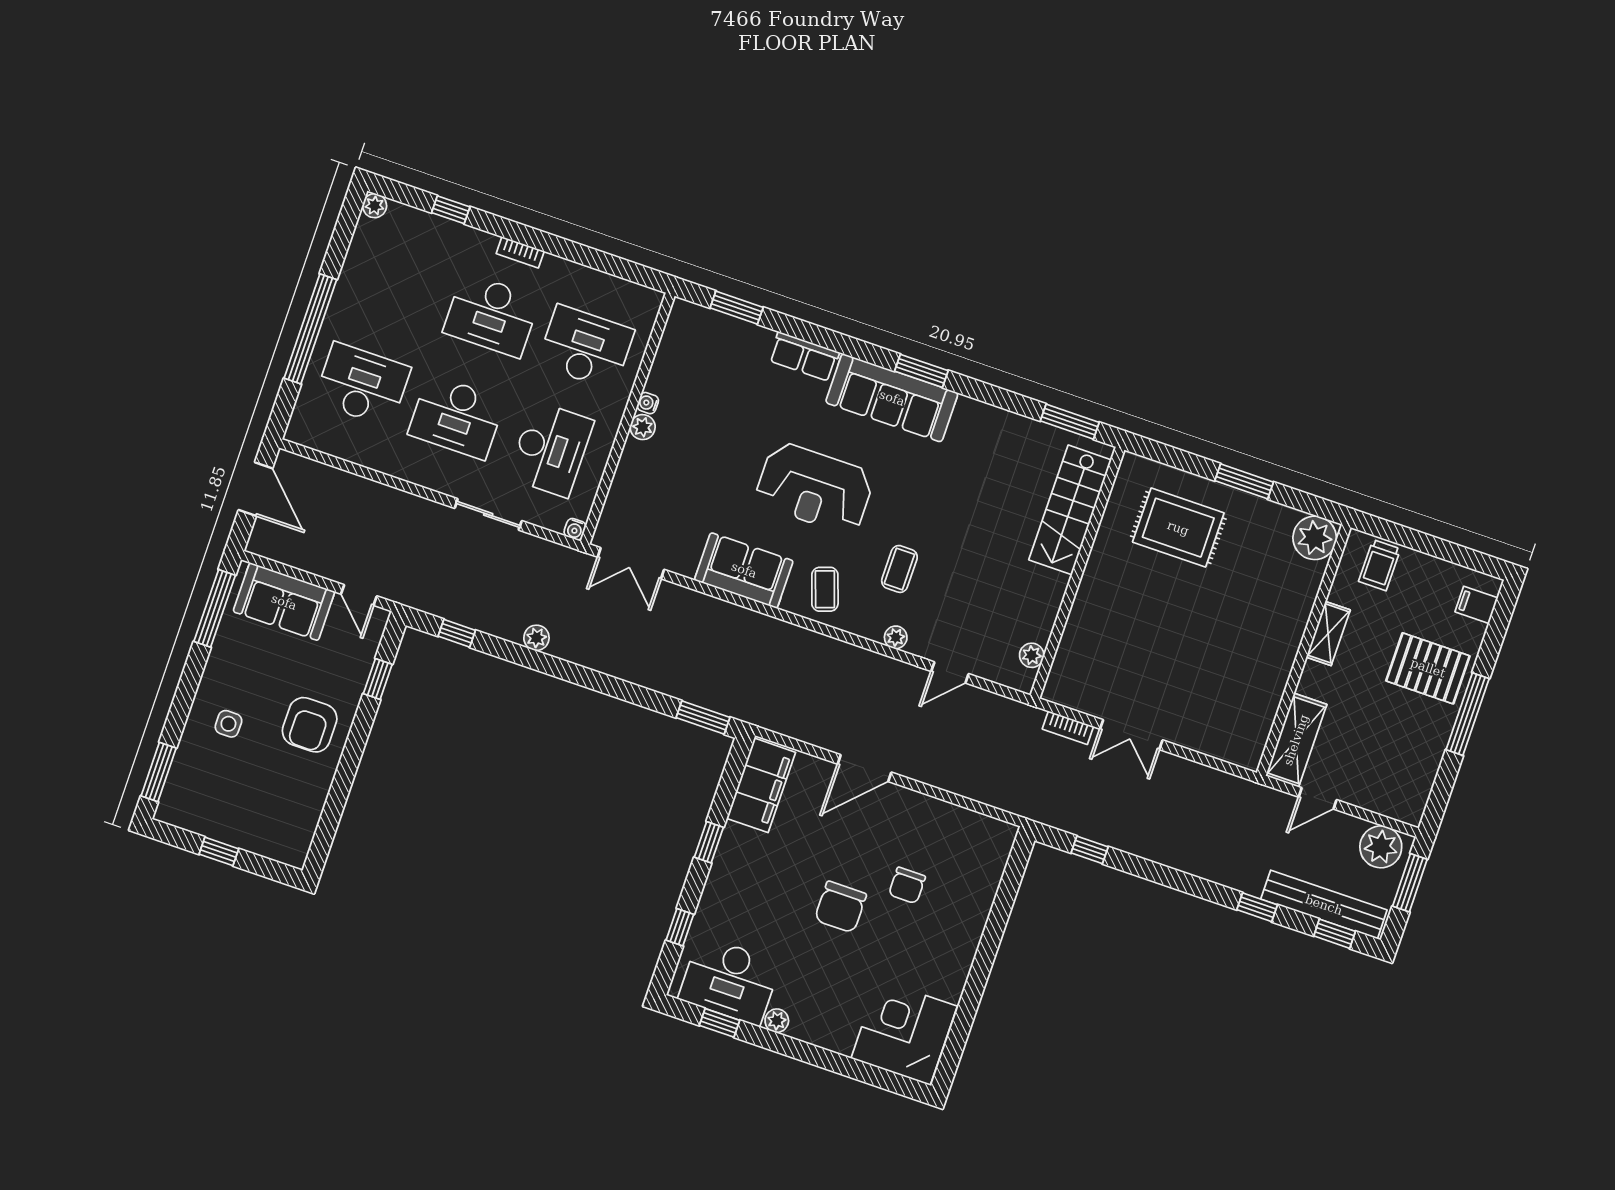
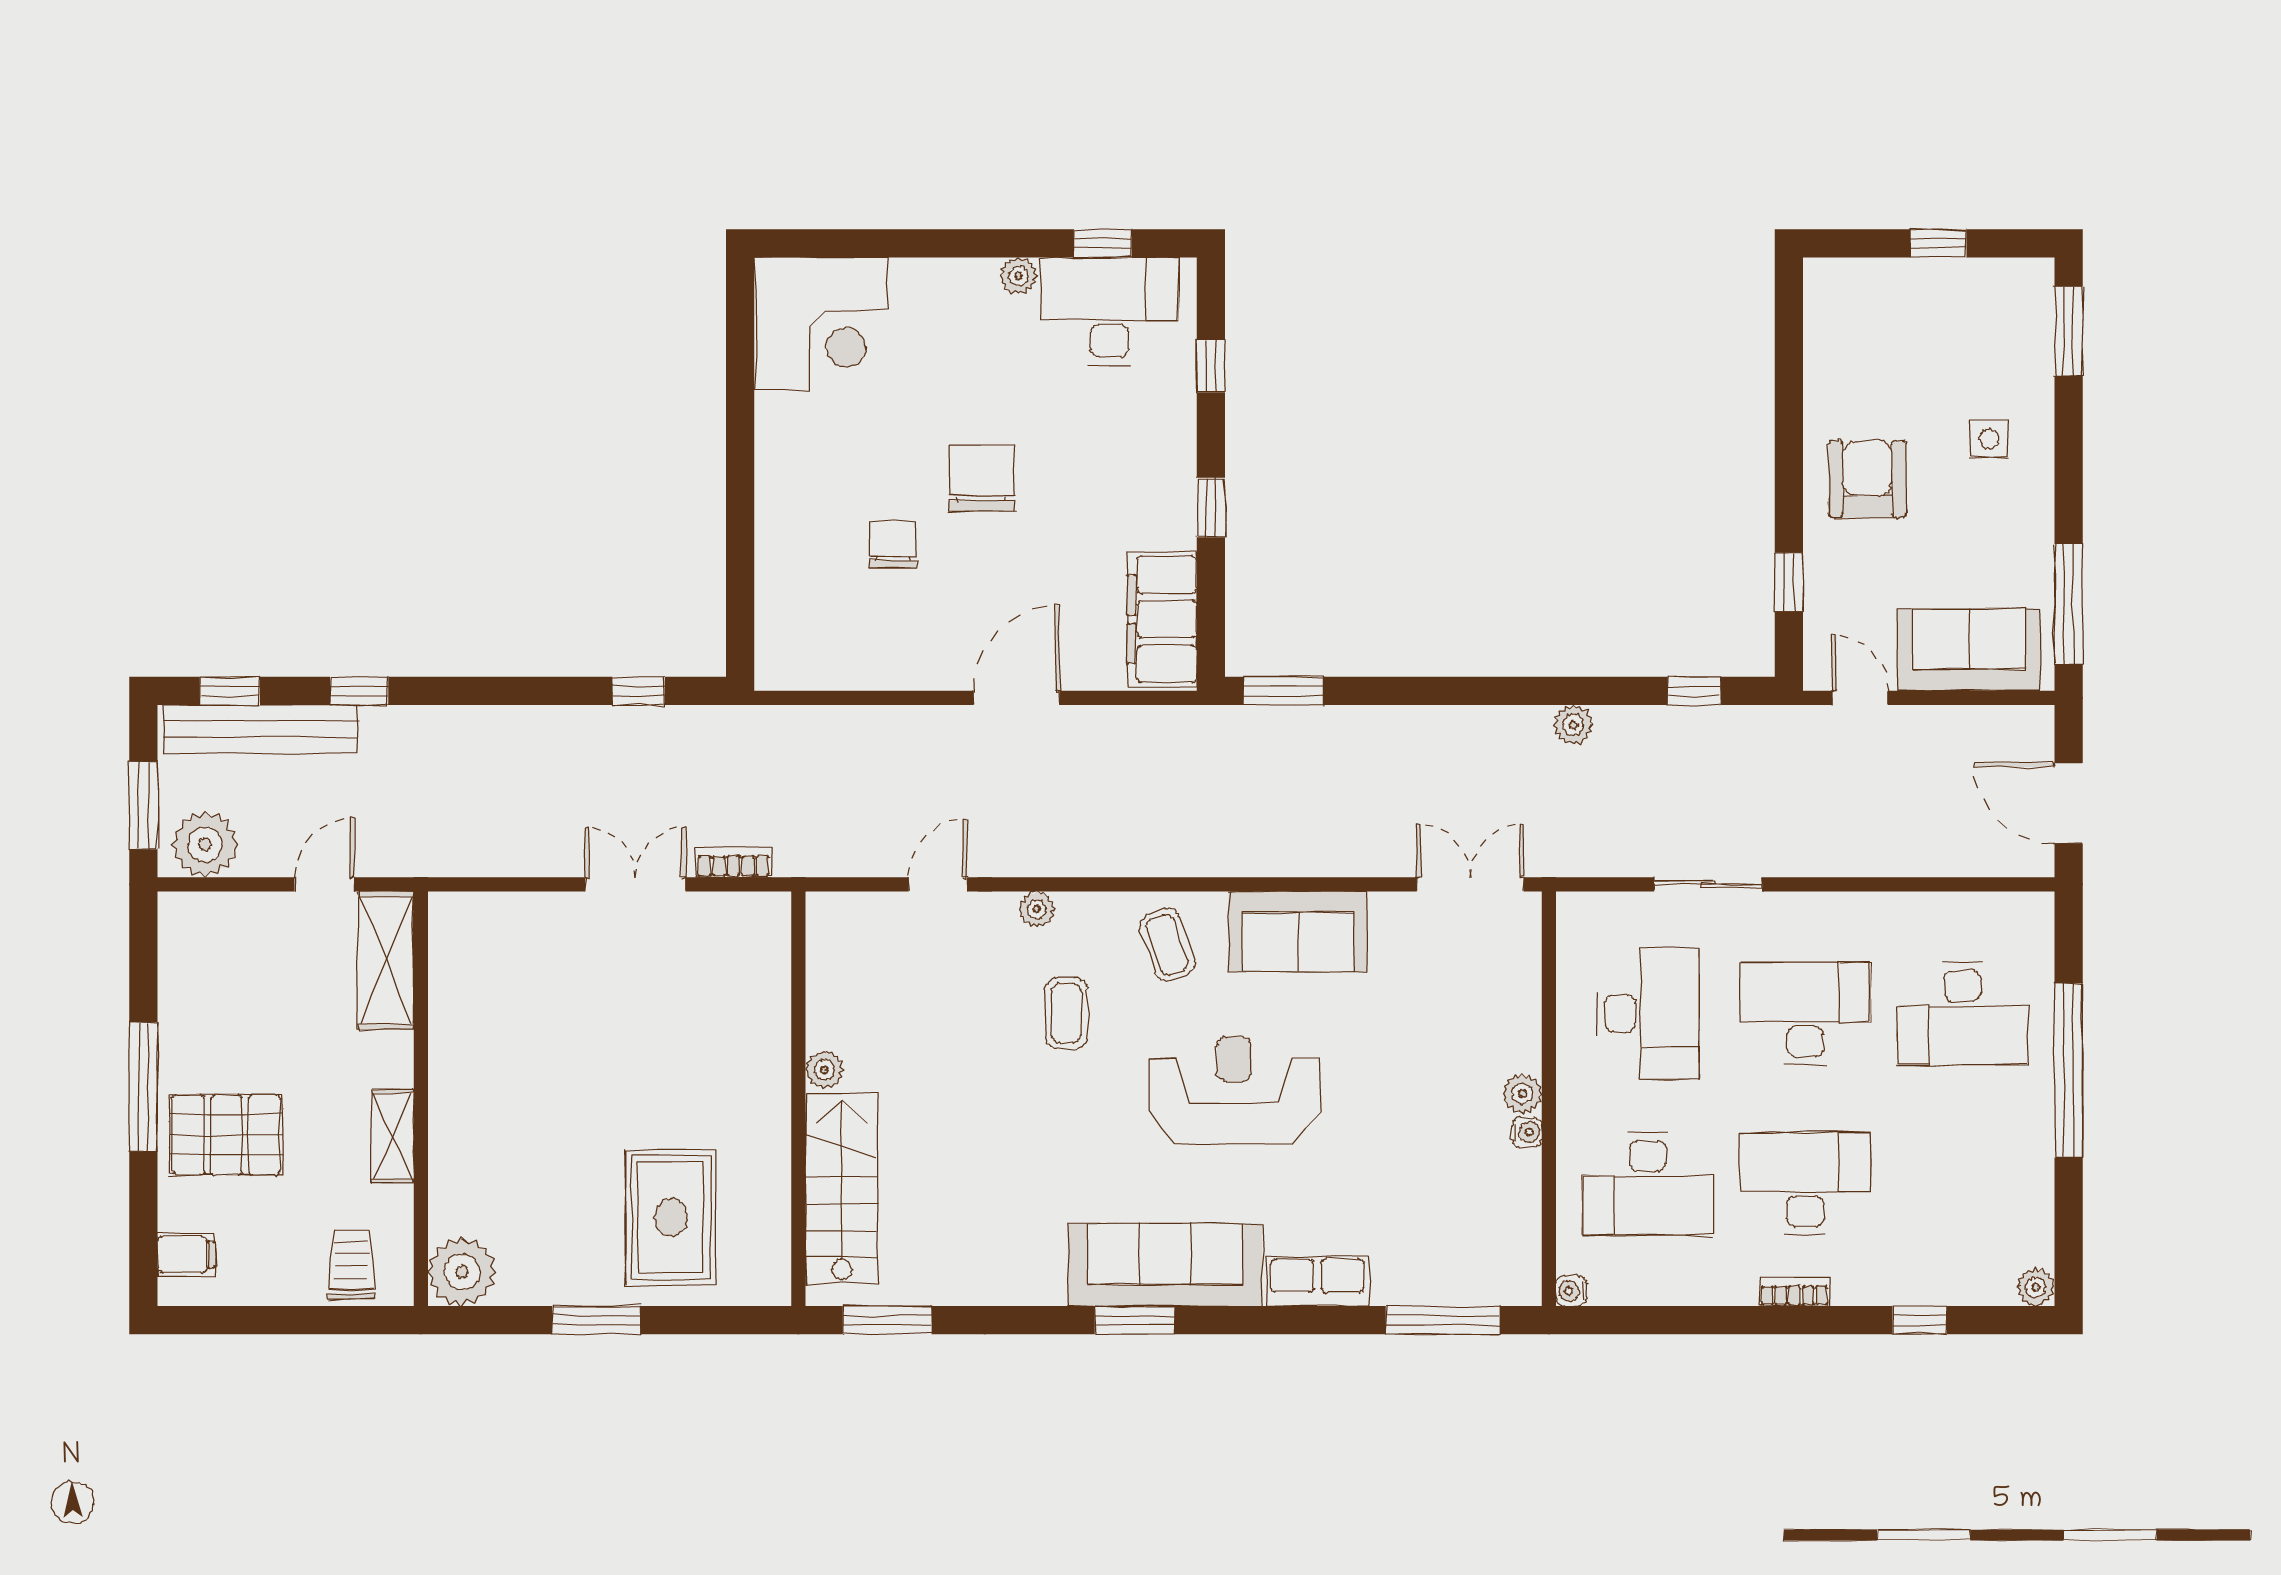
window: (737, 308) -> (1443, 1320), width x1.44
desk: (551, 449) -> (1648, 1014), turned 180
rug: (1178, 528) -> (671, 1218), turned 90
water cooler: (575, 529) -> (1571, 1291), moved, turned -90
plant: (1032, 655) -> (825, 1070), moved

